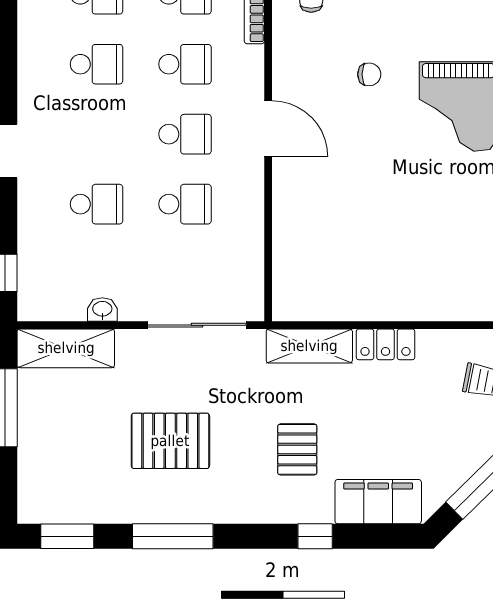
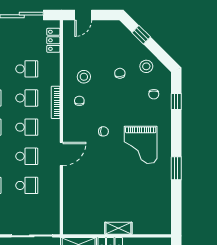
door: (268, 129) -> (61, 154), hinge flipped
shelving: (405, 307) -> (118, 228), added

